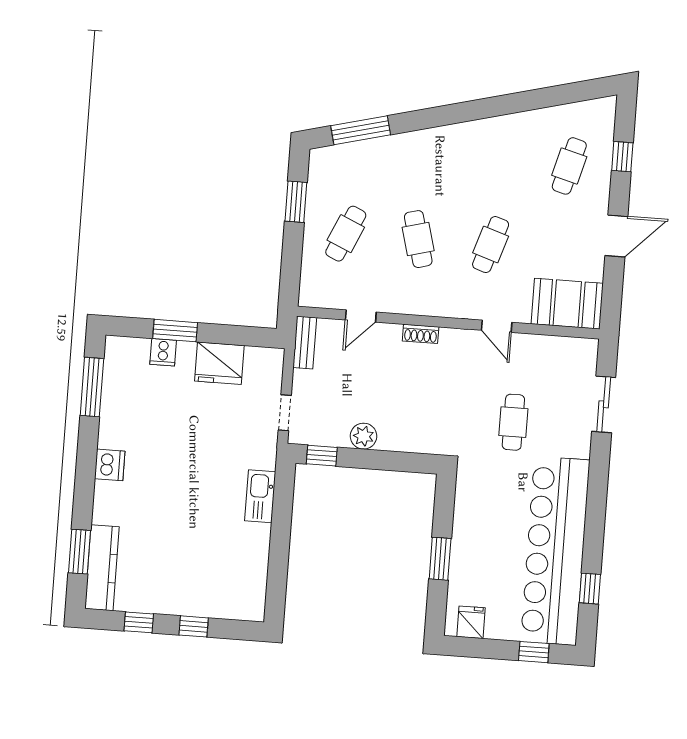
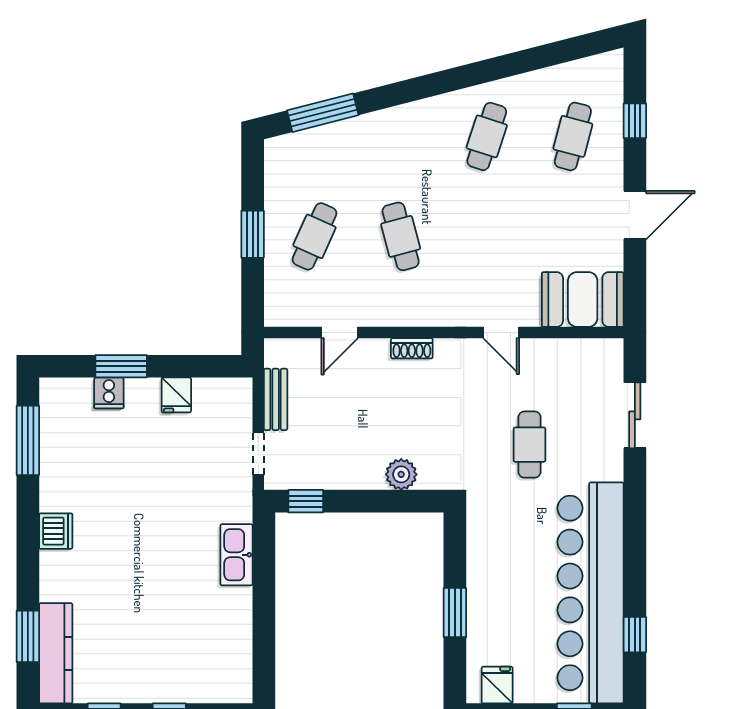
window: (296, 202) -> (253, 234), moved
cafe table: (491, 245) -> (487, 136), moved
bench: (305, 343) -> (276, 399), moved
fridge: (219, 363) -> (176, 395), width x0.53, depth x0.75
plant: (364, 436) -> (401, 474), moved

